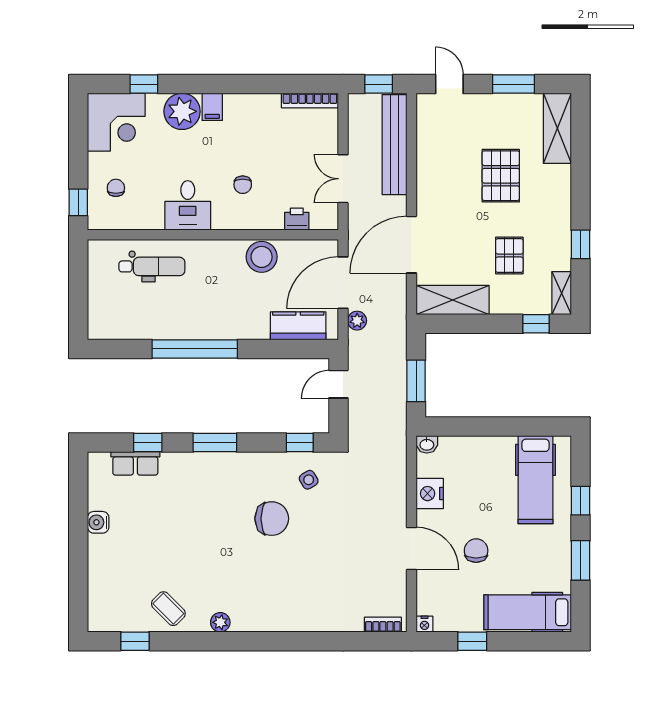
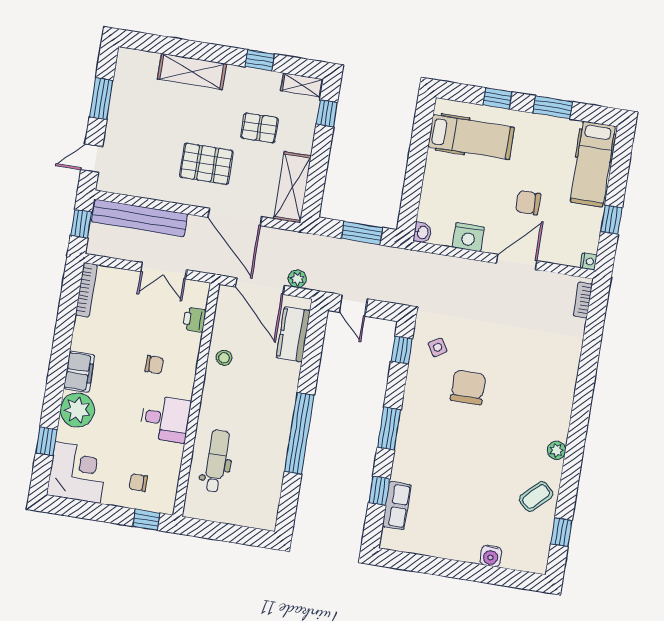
filing cabinet: (212, 107) -> (79, 372), width x2.00
shelving: (557, 128) -> (192, 72), moved
pallet: (501, 176) -> (206, 164), moved
stool: (262, 257) -> (224, 358), width x0.53, depth x0.53
water cooler: (98, 522) -> (491, 556), moved

